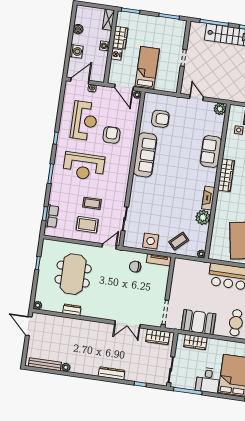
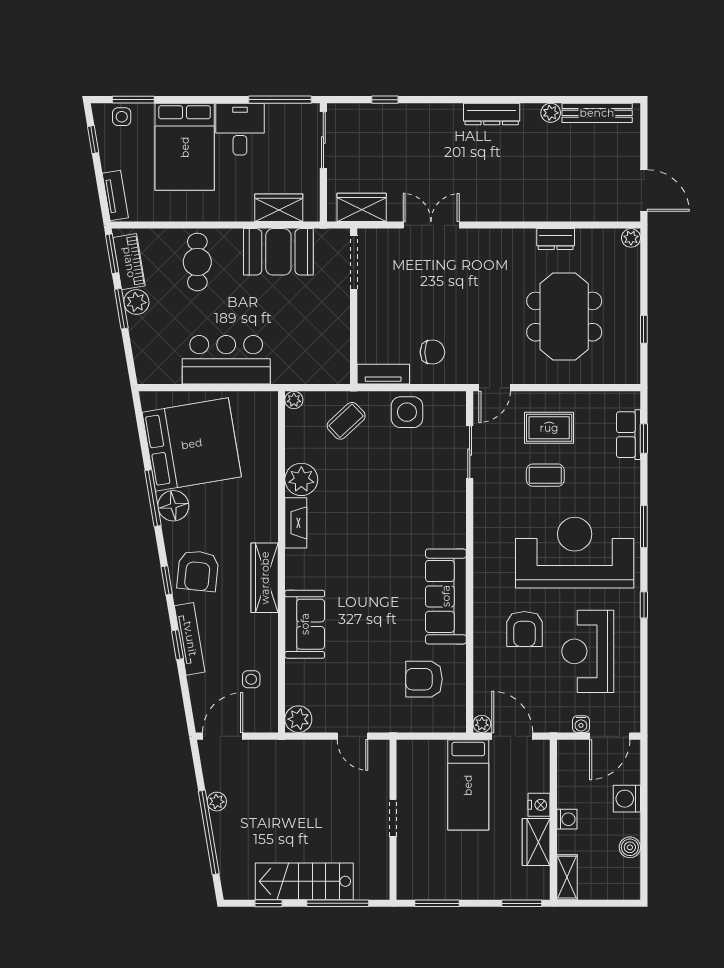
reception desk: (84, 166) -> (575, 553), width x1.36, depth x1.30
dresser: (112, 373) -> (492, 114), moved

